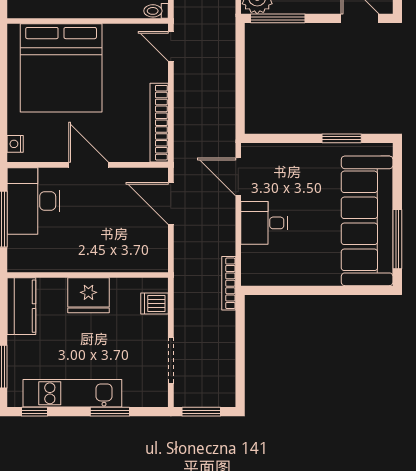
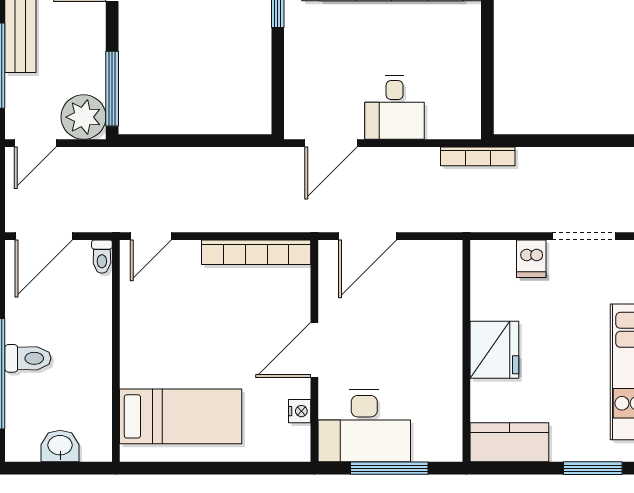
bed: (61, 68) -> (181, 416), width x0.49
nightstand: (15, 144) -> (300, 411), moved, turned -90
dishwasher: (154, 304) -> (531, 259), moved

